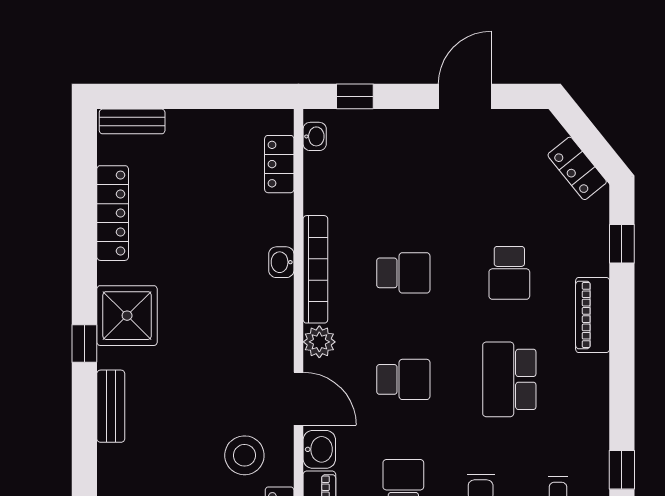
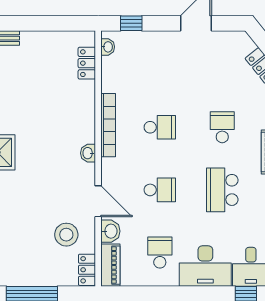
washbasin: (281, 262) -> (88, 153), moved
school desk: (509, 273) -> (222, 127), turned 180
plant: (319, 342) -> (110, 168), removed

